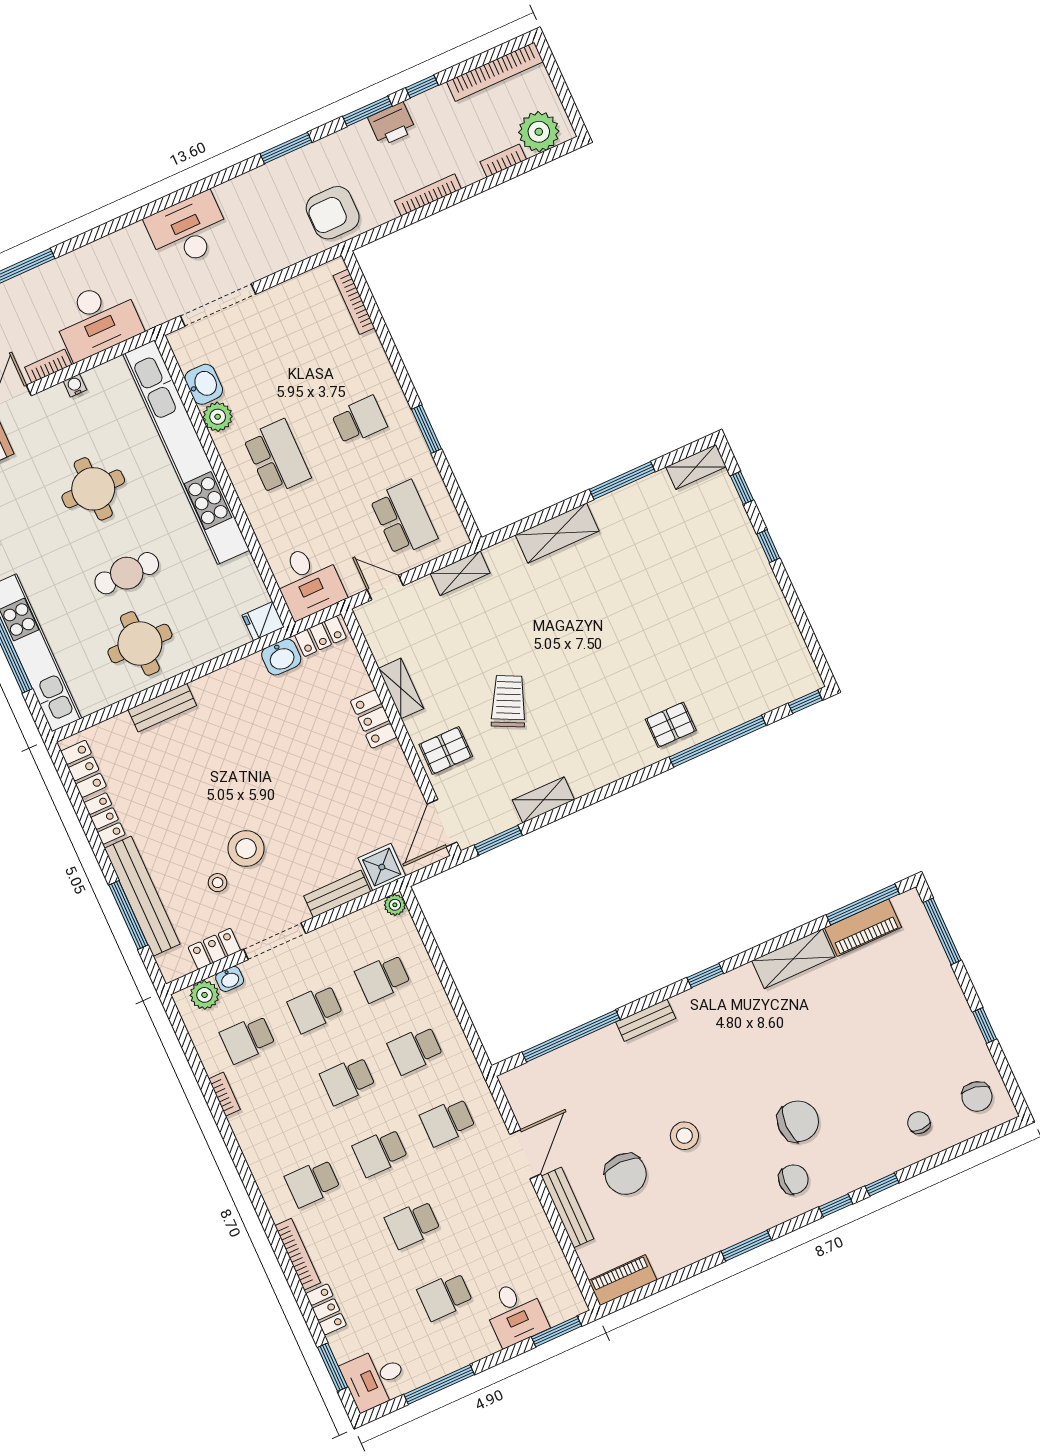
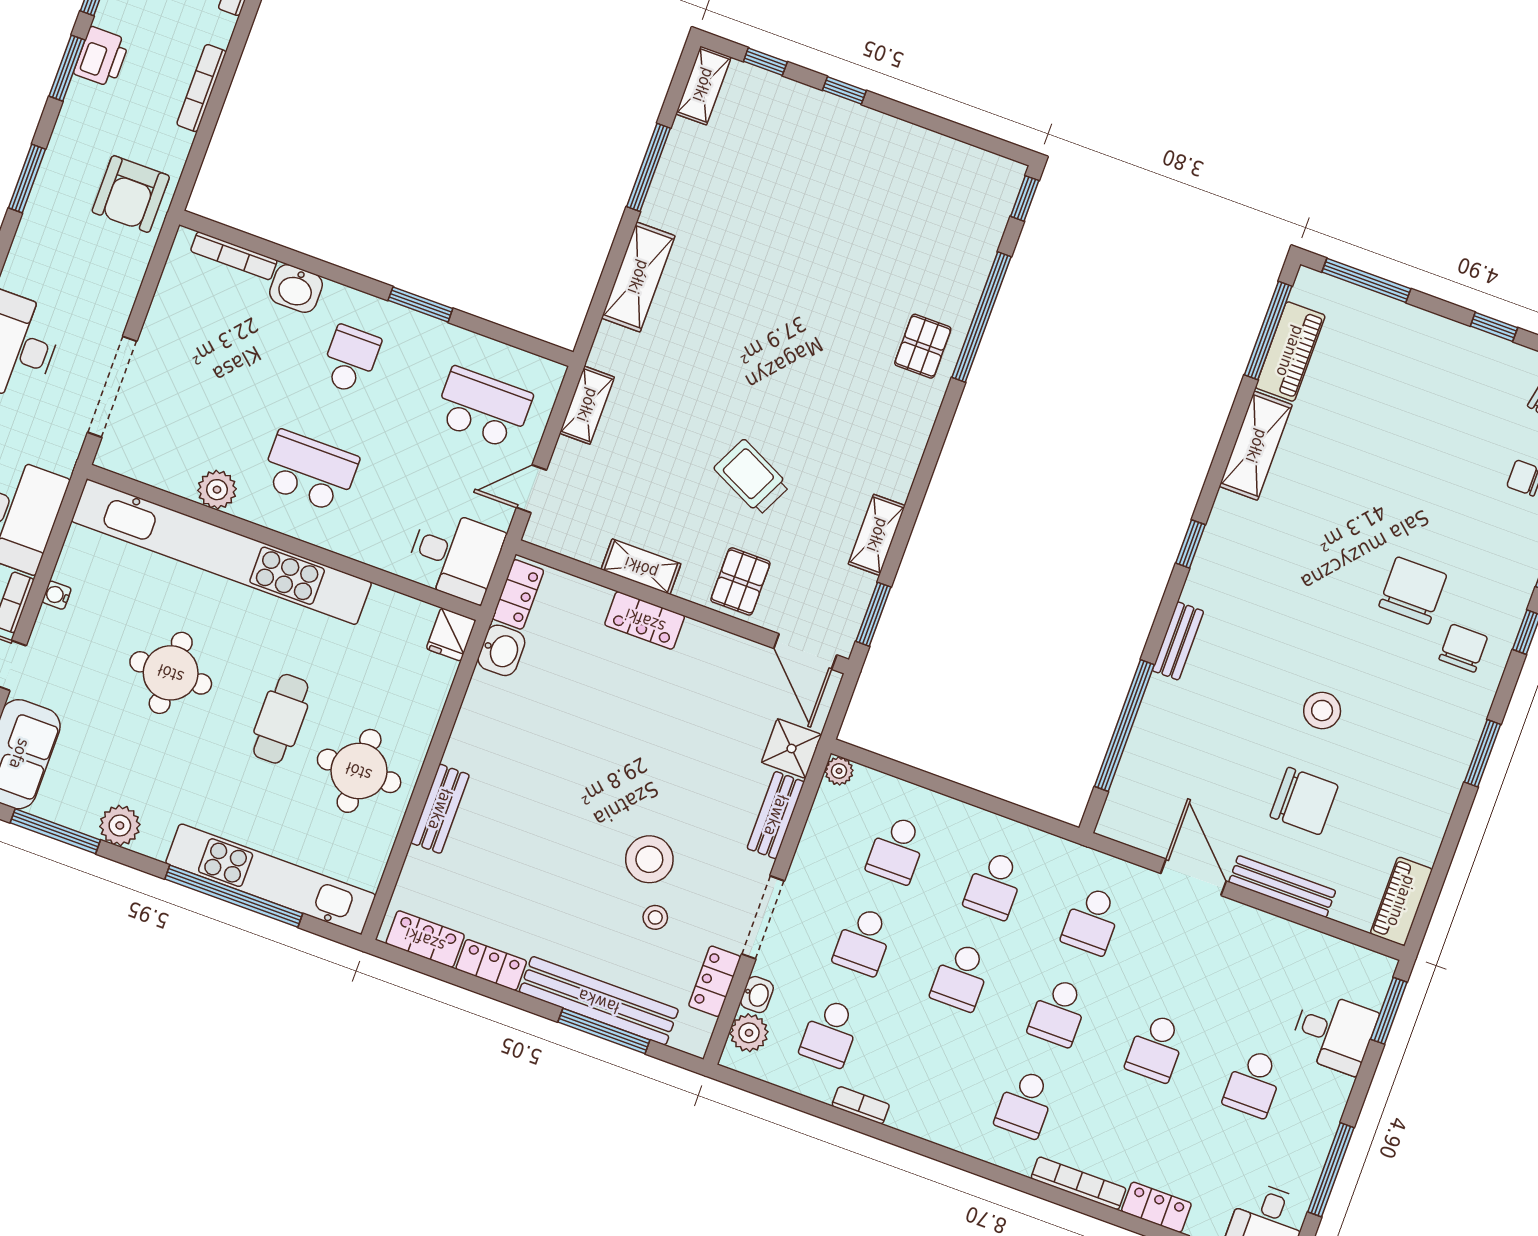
washbasin: (204, 384) -> (296, 288), moved, turned 180

